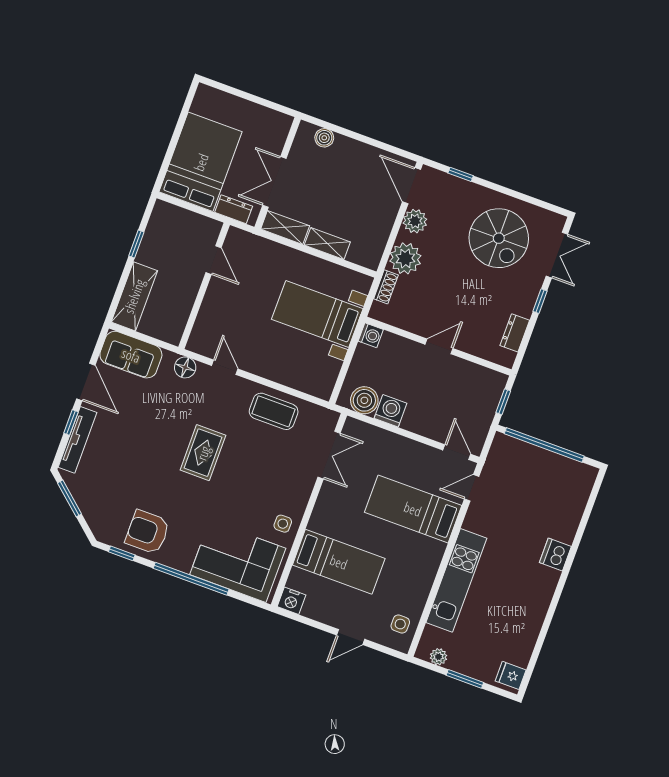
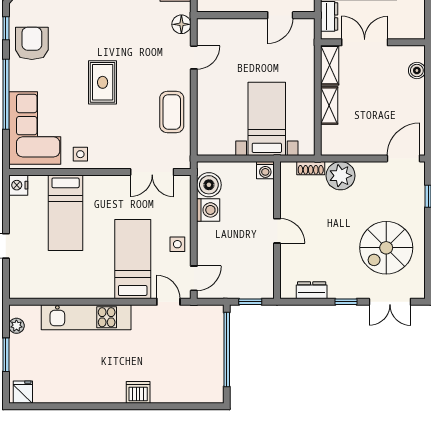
plant: (415, 221) -> (375, 172), removed
rug: (203, 453) -> (103, 82), moved, turned 90
side table: (400, 624) -> (177, 244), moved

